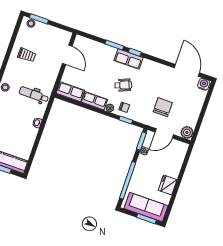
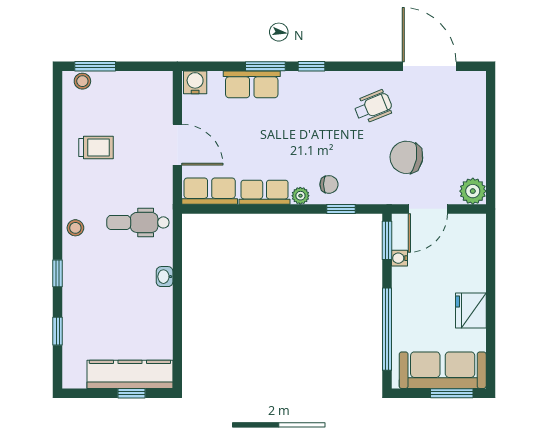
door: (67, 55) -> (177, 145), moved
row of seats: (129, 59) -> (252, 84), moved
water cooler: (204, 84) -> (195, 82), moved
wheelchair: (123, 85) -> (373, 107), moved
chair: (163, 107) -> (406, 157), turned -80

